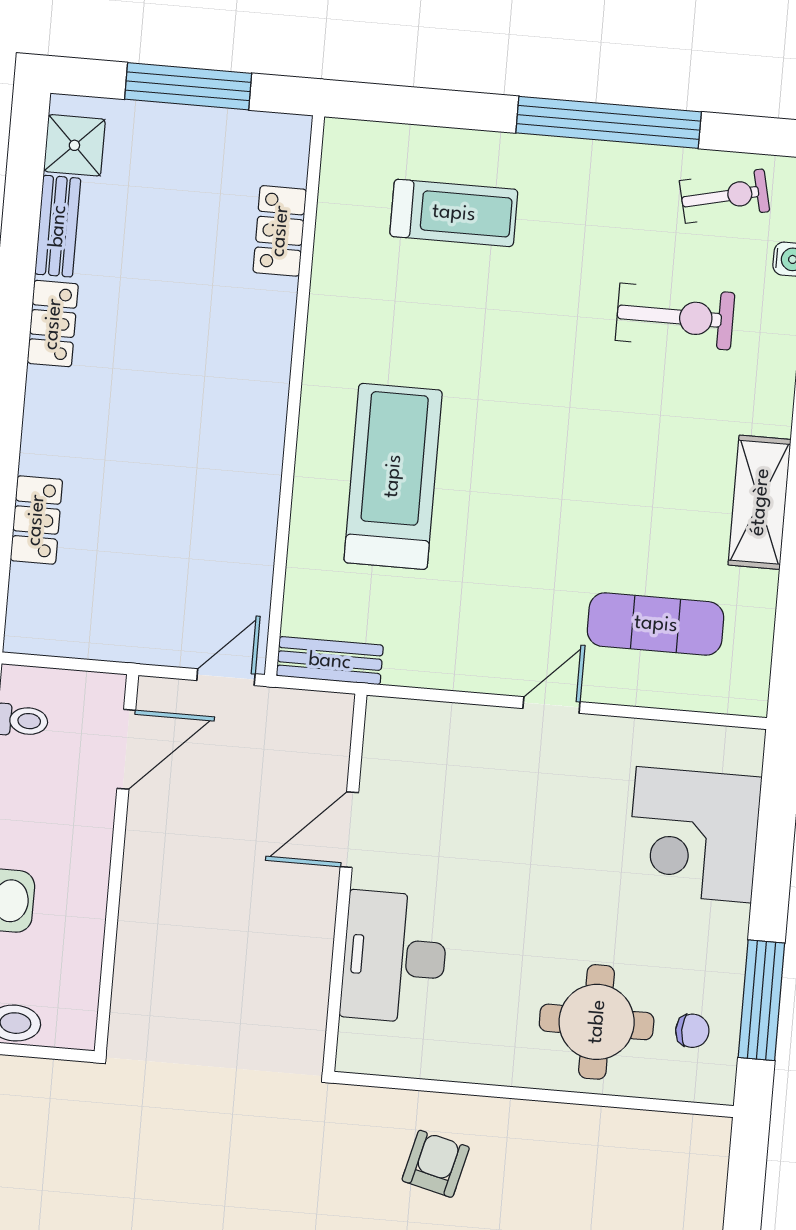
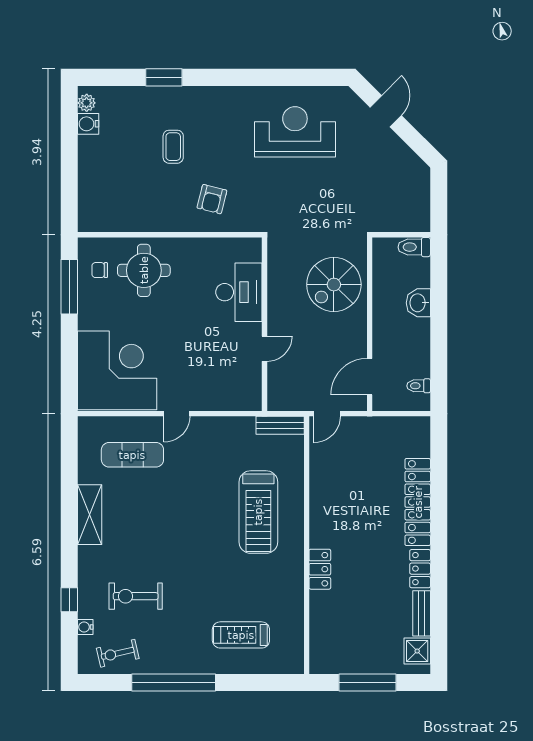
locker: (280, 231) -> (320, 569), moved
locker: (36, 520) -> (418, 502), width x2.16, depth x1.21
door: (349, 830) -> (265, 349), width x0.73
corner desk: (694, 835) -> (117, 370), width x1.36, depth x1.36
spiral stairs: (187, 956) -> (334, 285), added

